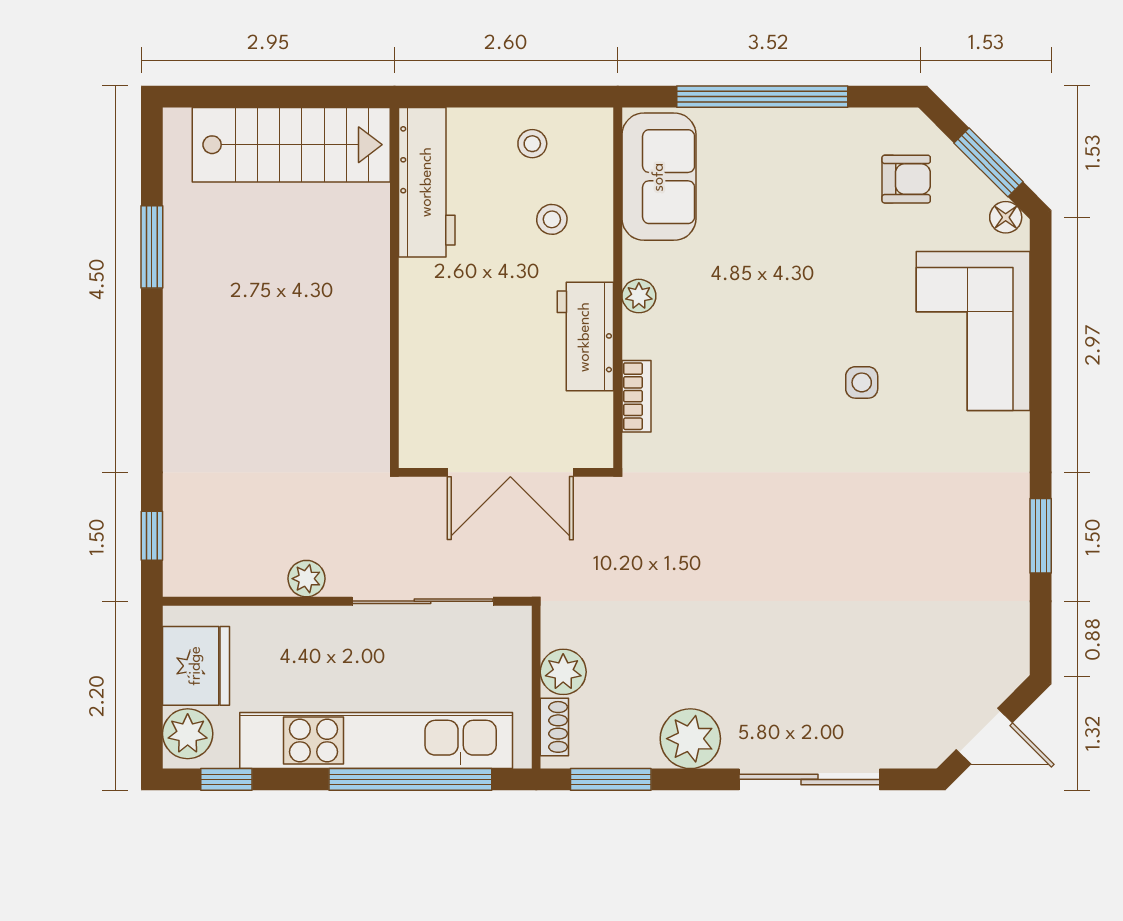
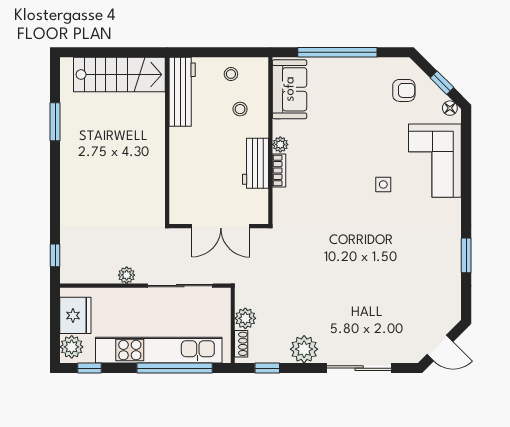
window: (988, 162) -> (442, 83), width x0.67
bookcase: (636, 396) -> (279, 170), moved
window: (611, 779) -> (267, 368), width x0.67

